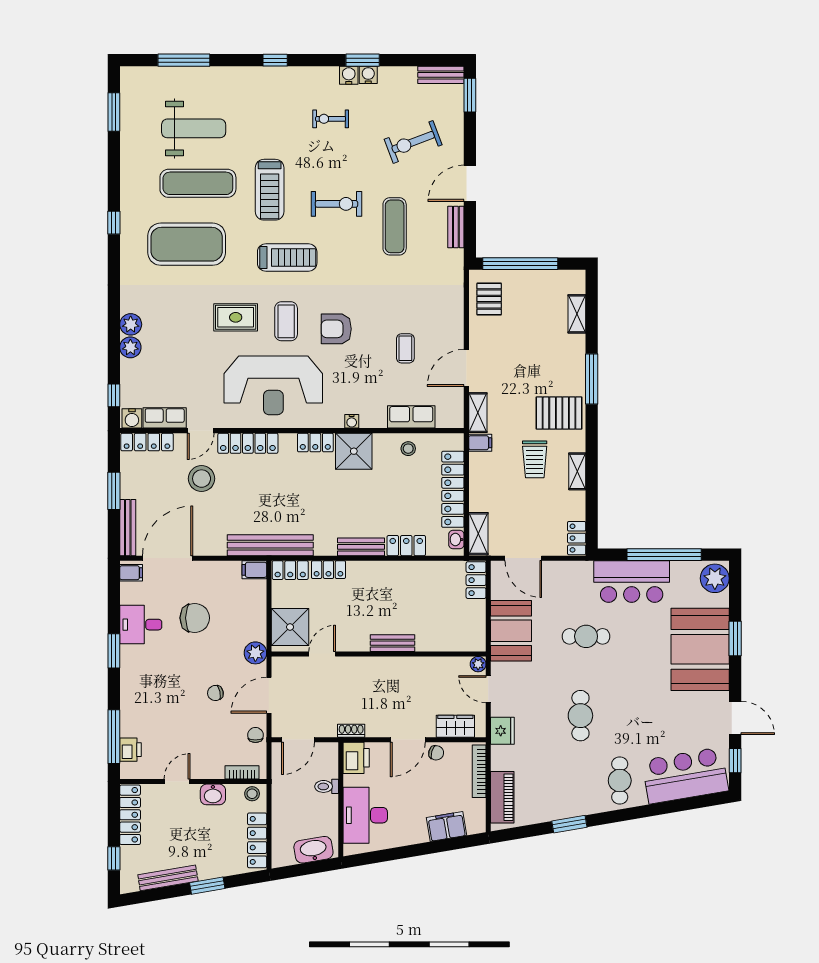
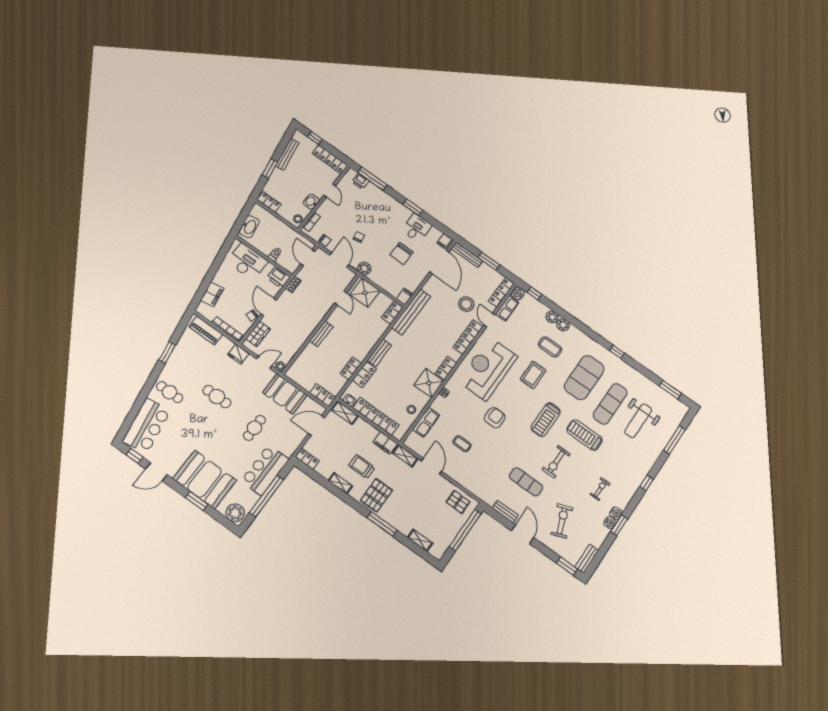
coffee table: (286, 321) -> (550, 347), moved
filing cabinet: (480, 443) -> (385, 443), width x2.00
locker: (328, 570) -> (351, 368), moved
locker: (257, 840) -> (269, 202), width x0.66

